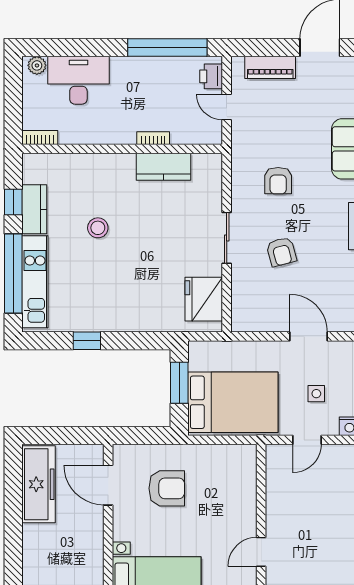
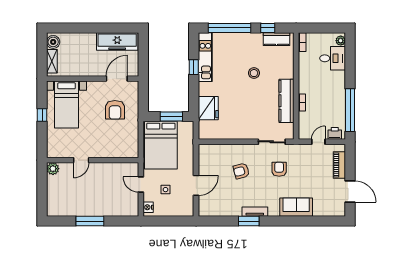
desk: (78, 80) -> (333, 58), width x0.73
kitchen counter: (163, 167) -> (286, 101), width x1.50
armchair: (278, 181) -> (279, 169), turned 90
kitchen counter: (34, 209) -> (277, 39), moved
sliding door: (227, 238) -> (272, 142), moved
kitchen unit: (35, 282) -> (205, 57), moved, turned -90
fridge: (204, 299) -> (208, 108), moved, turned 90
door: (261, 552) -> (81, 160), swing flipped

